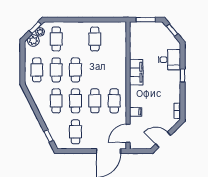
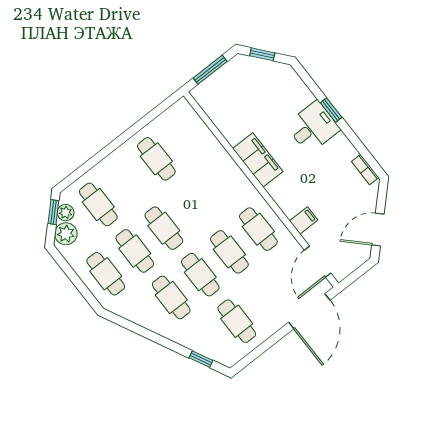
desk: (169, 60) -> (313, 127), moved

